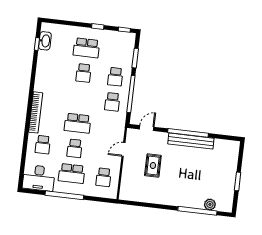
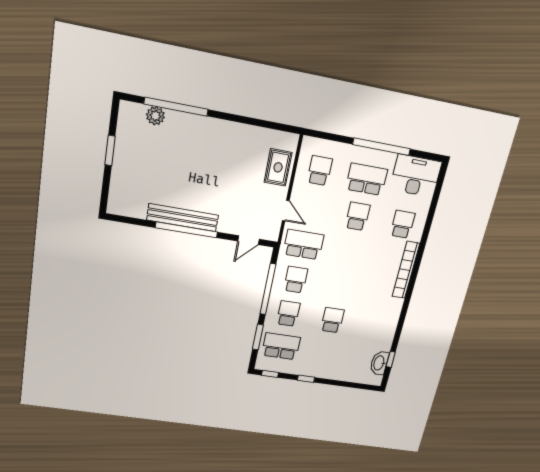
school desk: (86, 48) -> (281, 346), moved
school desk: (78, 123) -> (303, 245), moved
door: (123, 149) -> (286, 211), hinge flipped
rug: (153, 165) -> (278, 167), moved

